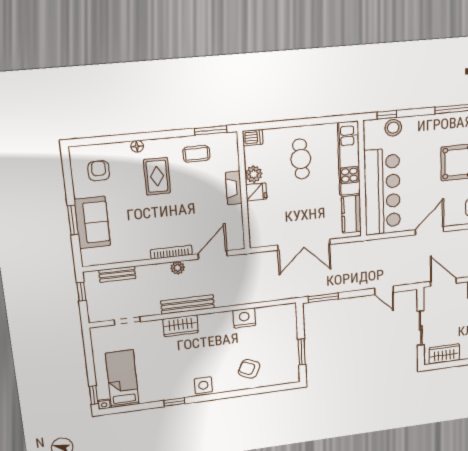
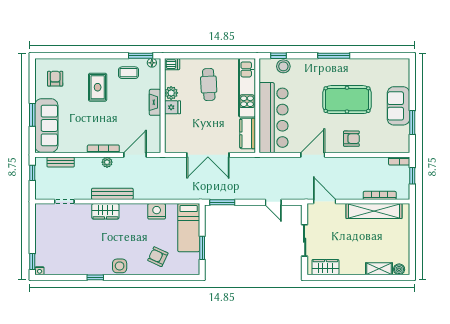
floor lamp: (137, 146) -> (152, 63), moved
sofa: (92, 222) -> (46, 125), width x1.36
bed: (122, 379) -> (189, 228), moved, turned 180

